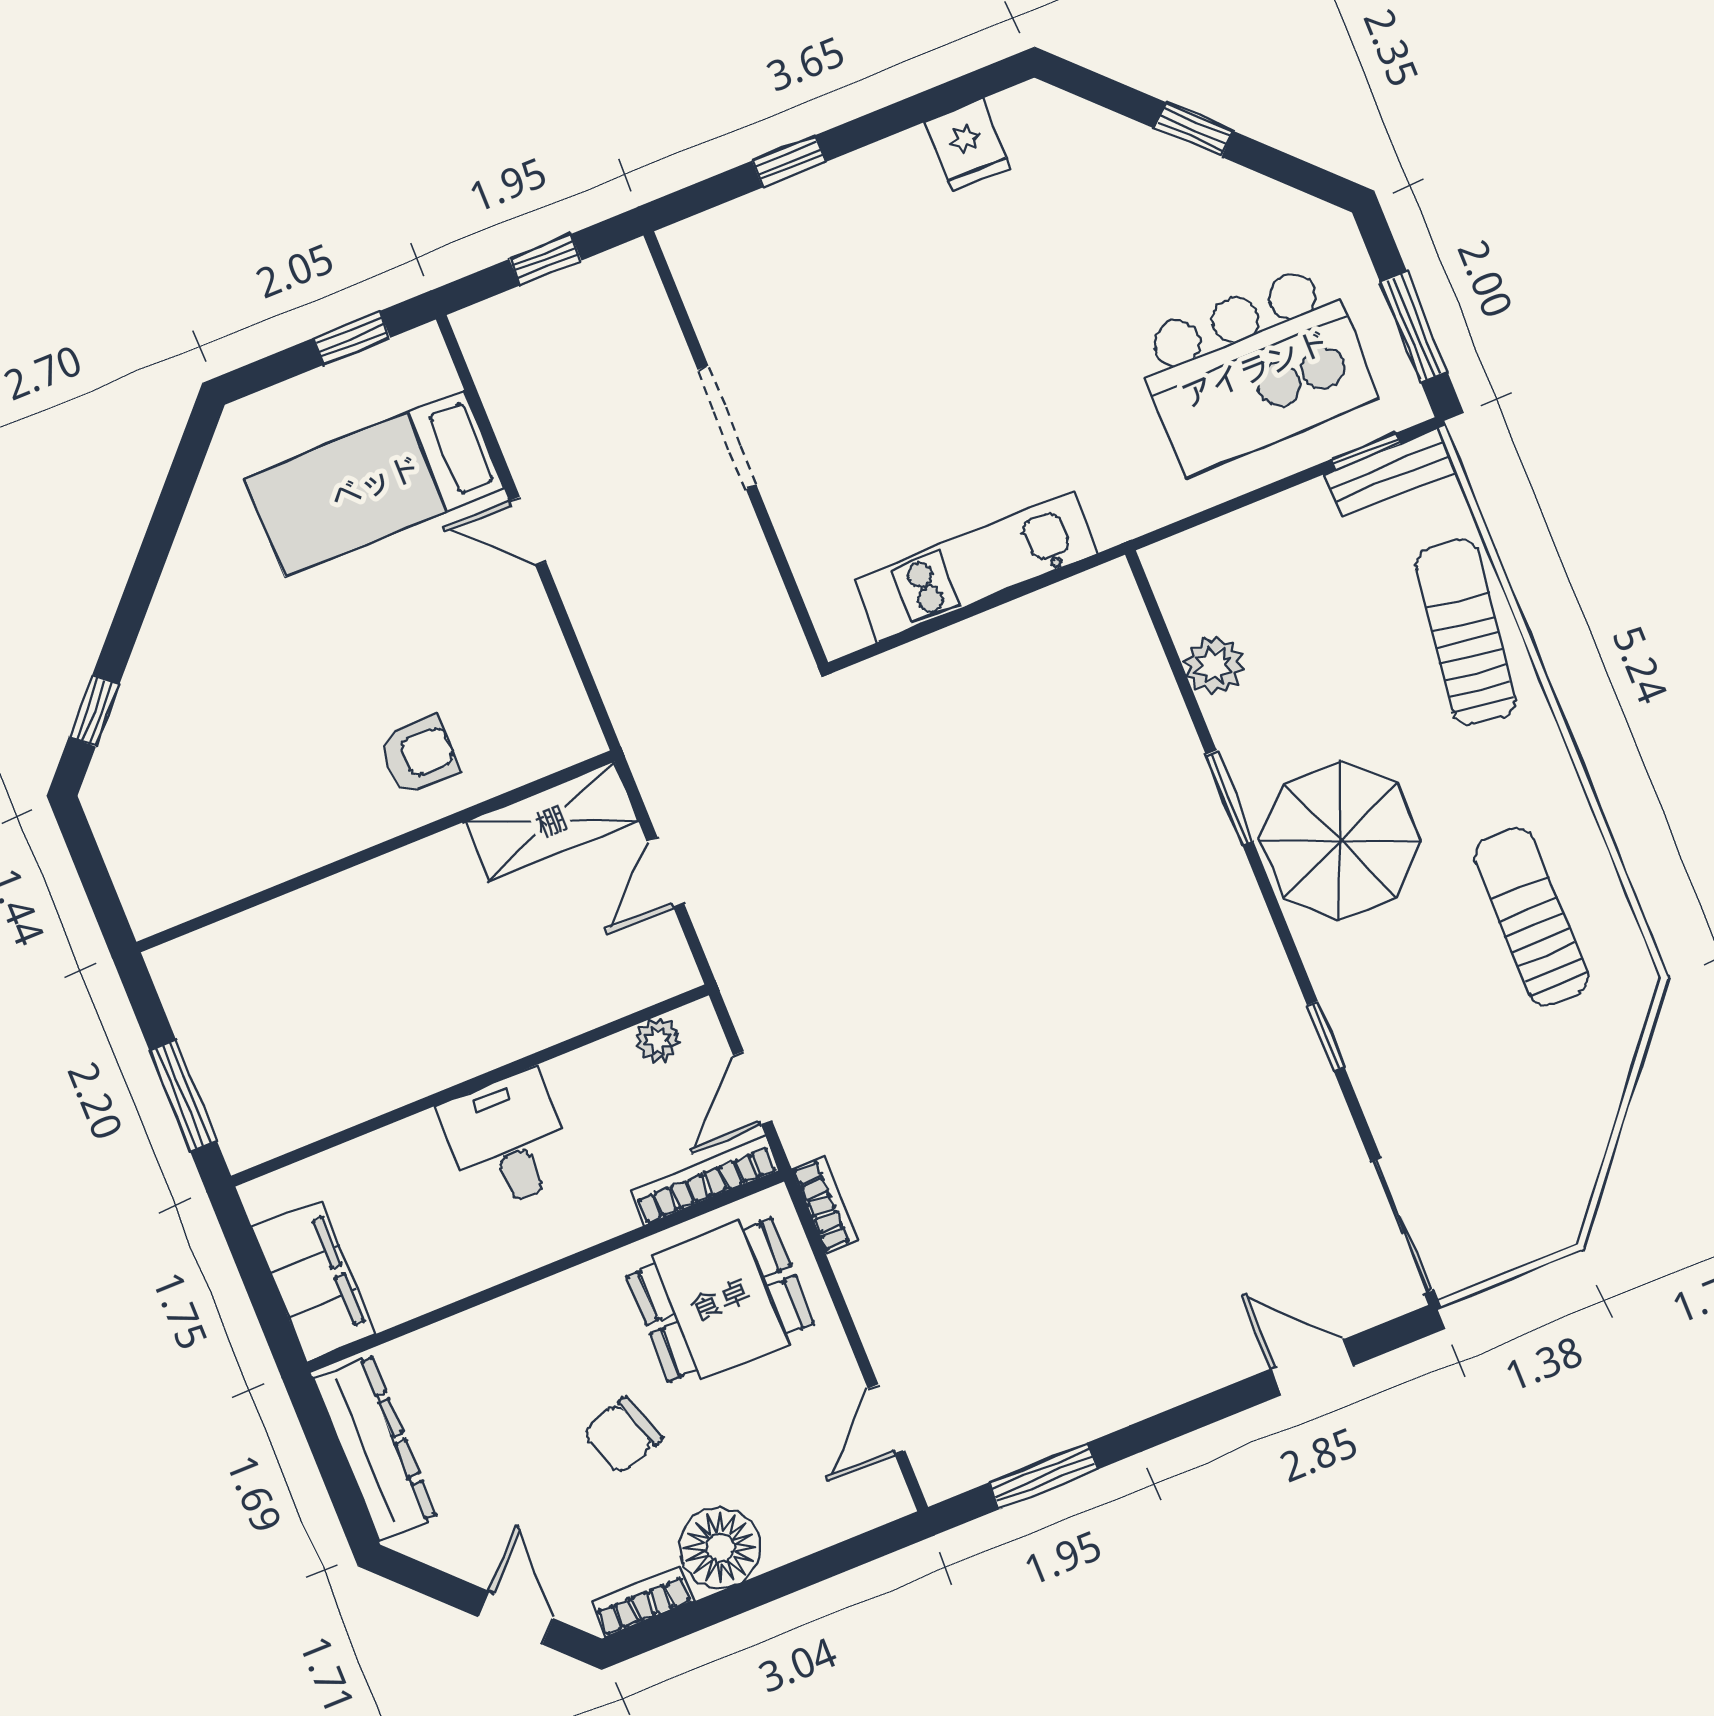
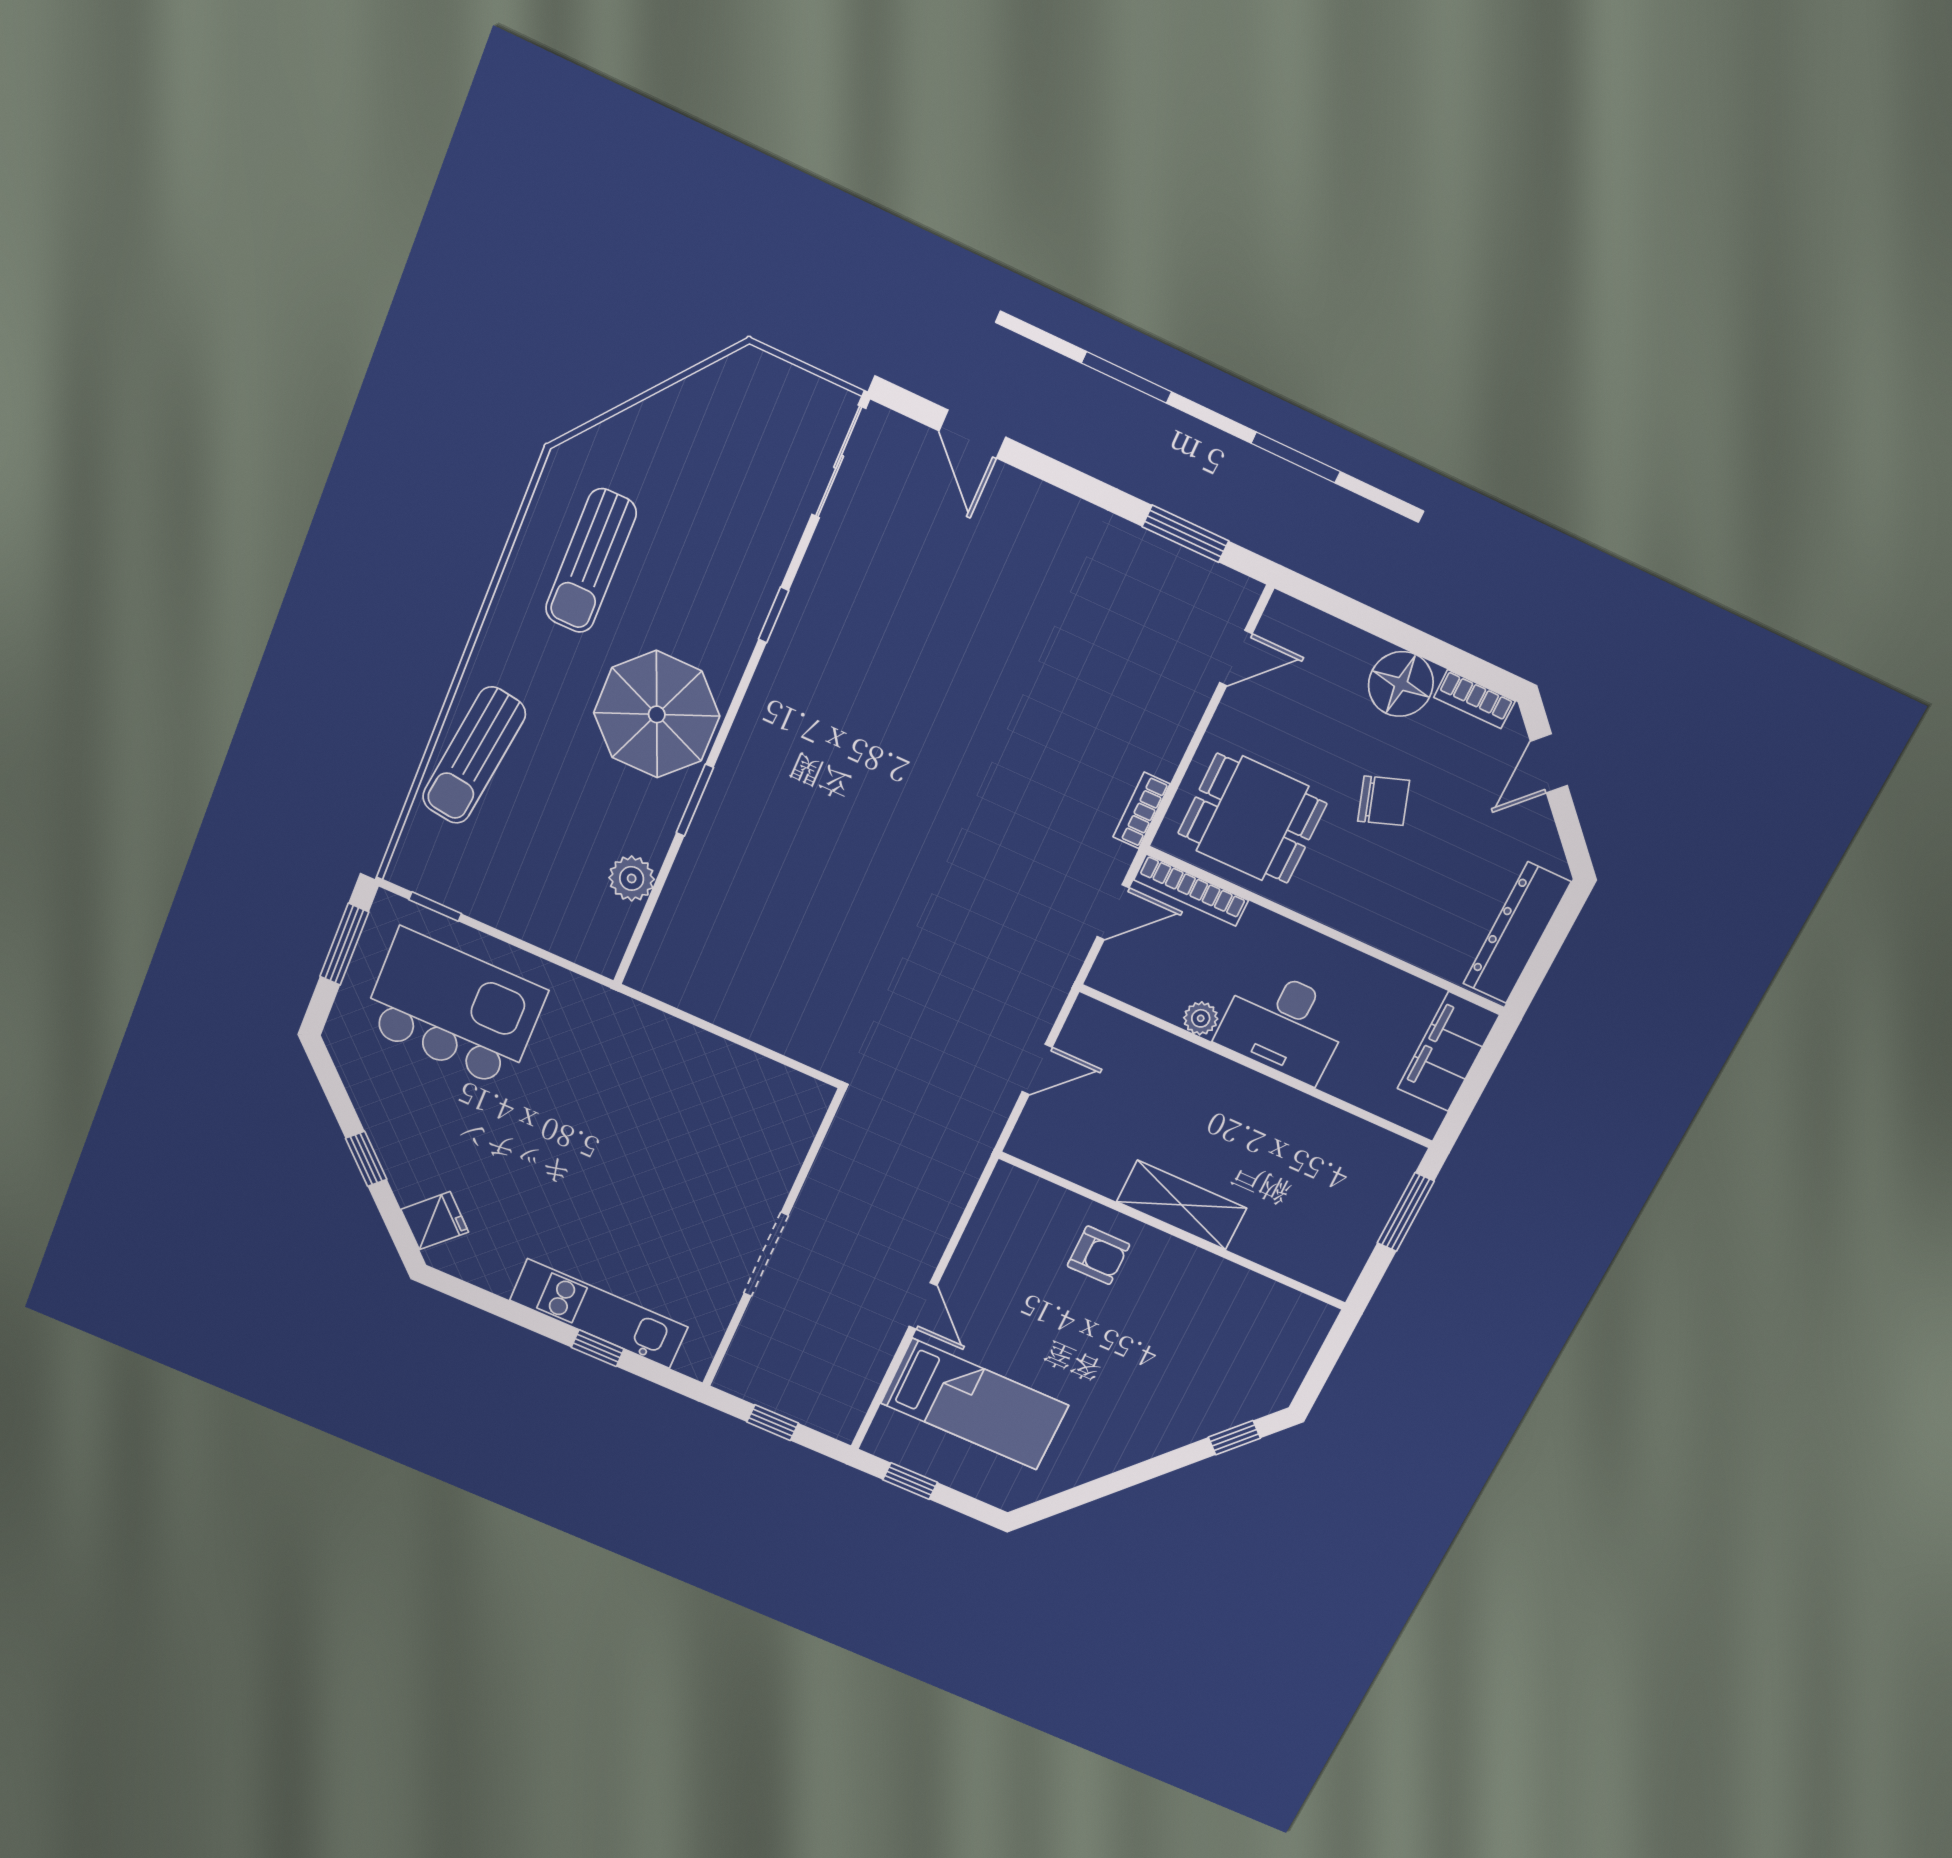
fridge: (967, 144) -> (435, 1221), moved, turned 45
bench: (1390, 473) -> (432, 882), removed
kitchen unit: (976, 566) -> (599, 1314), moved, turned 180
armchair: (418, 755) -> (1098, 1255), turned 180
shelving: (551, 822) -> (1182, 1205), moved
plant: (657, 1040) -> (1201, 1018), moved
desk: (507, 1141) -> (1284, 1025), width x1.37

